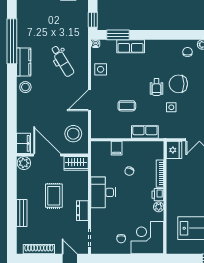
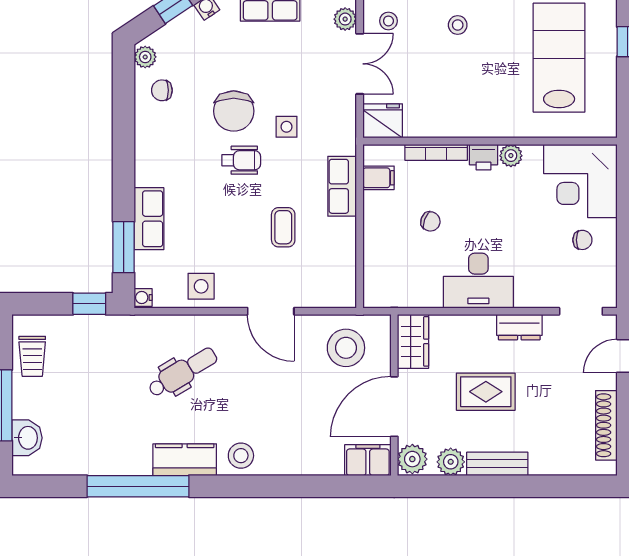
filing cabinet: (117, 148) -> (379, 178), moved
plant: (23, 180) -> (451, 462), added
bench: (22, 213) -> (497, 464), moved

